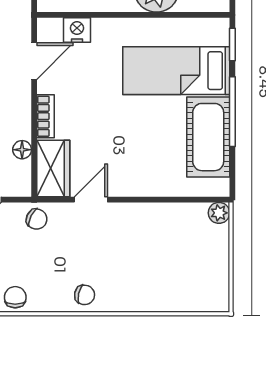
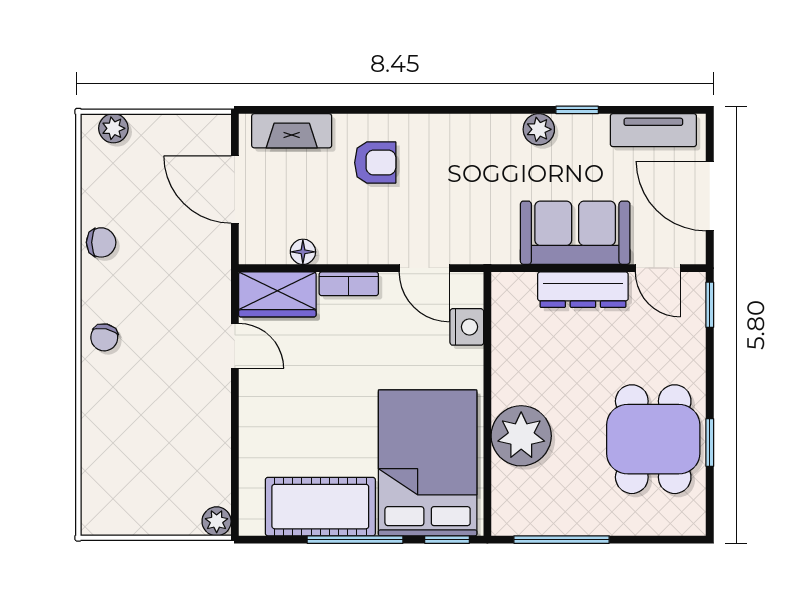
bed: (176, 71) -> (428, 463), width x1.50
chair: (37, 219) -> (208, 272), removed

